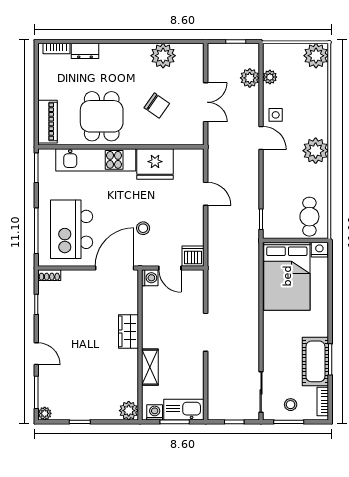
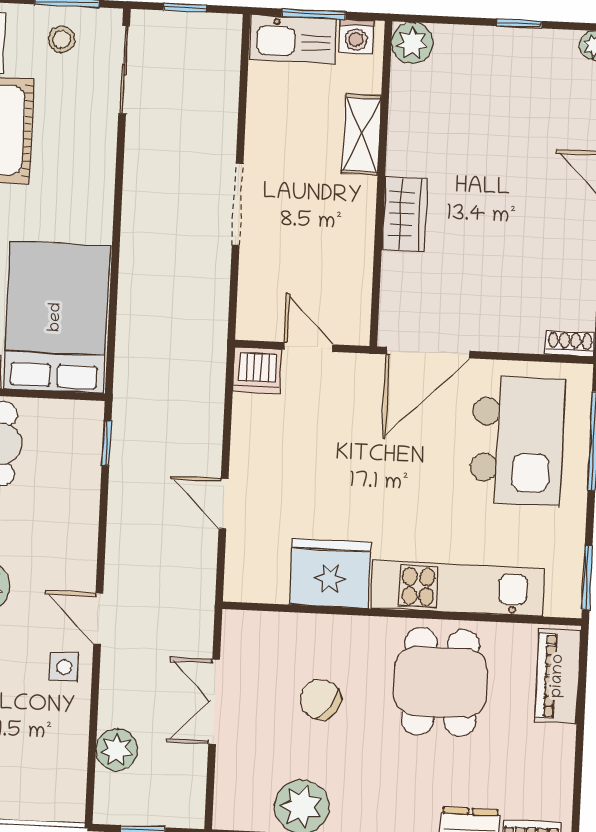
plant: (270, 77) -> (73, 750), removed
stool: (143, 228) -> (362, 436), removed
washing machine: (150, 278) -> (353, 328), removed

